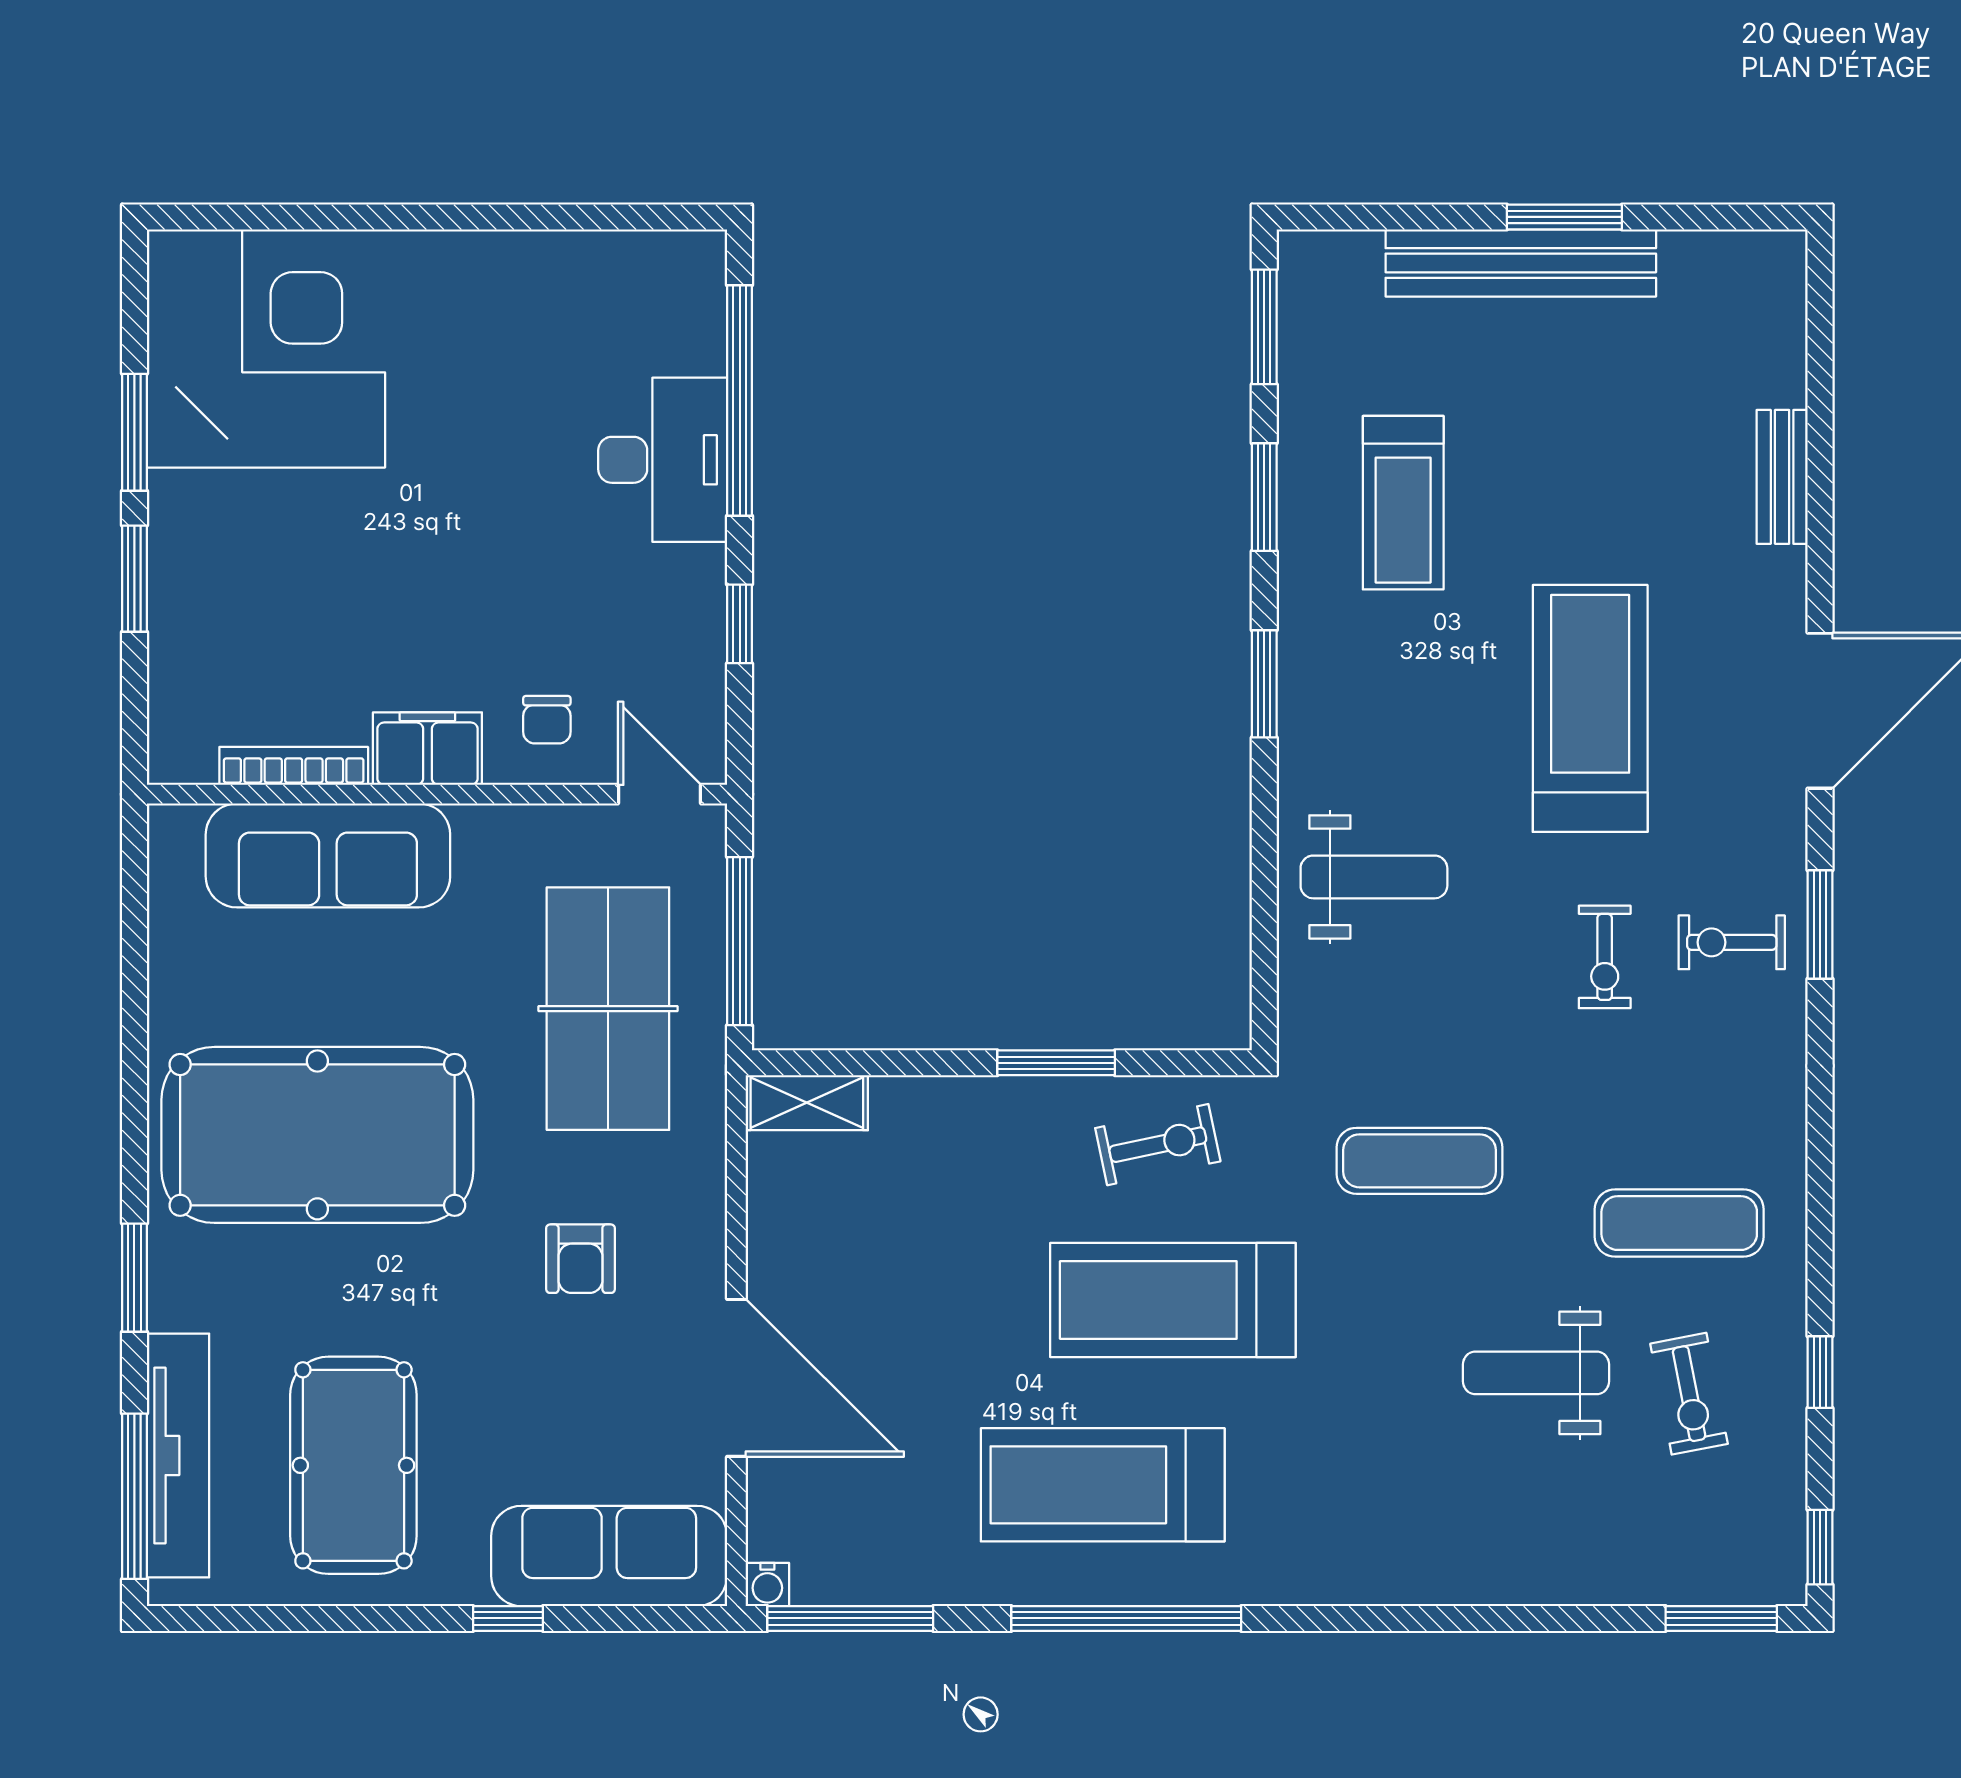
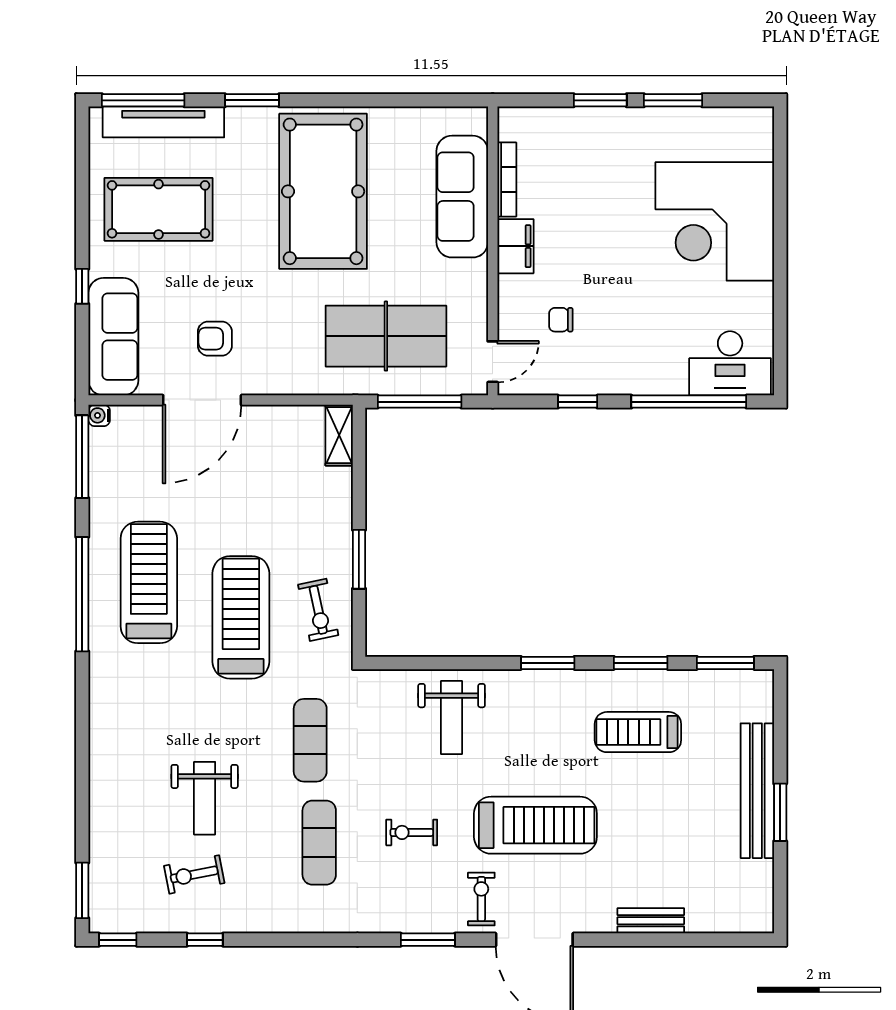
corner desk: (266, 348) -> (715, 221), moved, turned 90
desk: (663, 460) -> (730, 363), moved
chair: (547, 720) -> (561, 320), moved
exercise bike: (1732, 942) -> (481, 899), moved
exercise mat: (1679, 1223) -> (319, 843), moved
armchair: (580, 1259) -> (215, 339), moved
weight bench: (1536, 1373) -> (205, 798), turned 180

